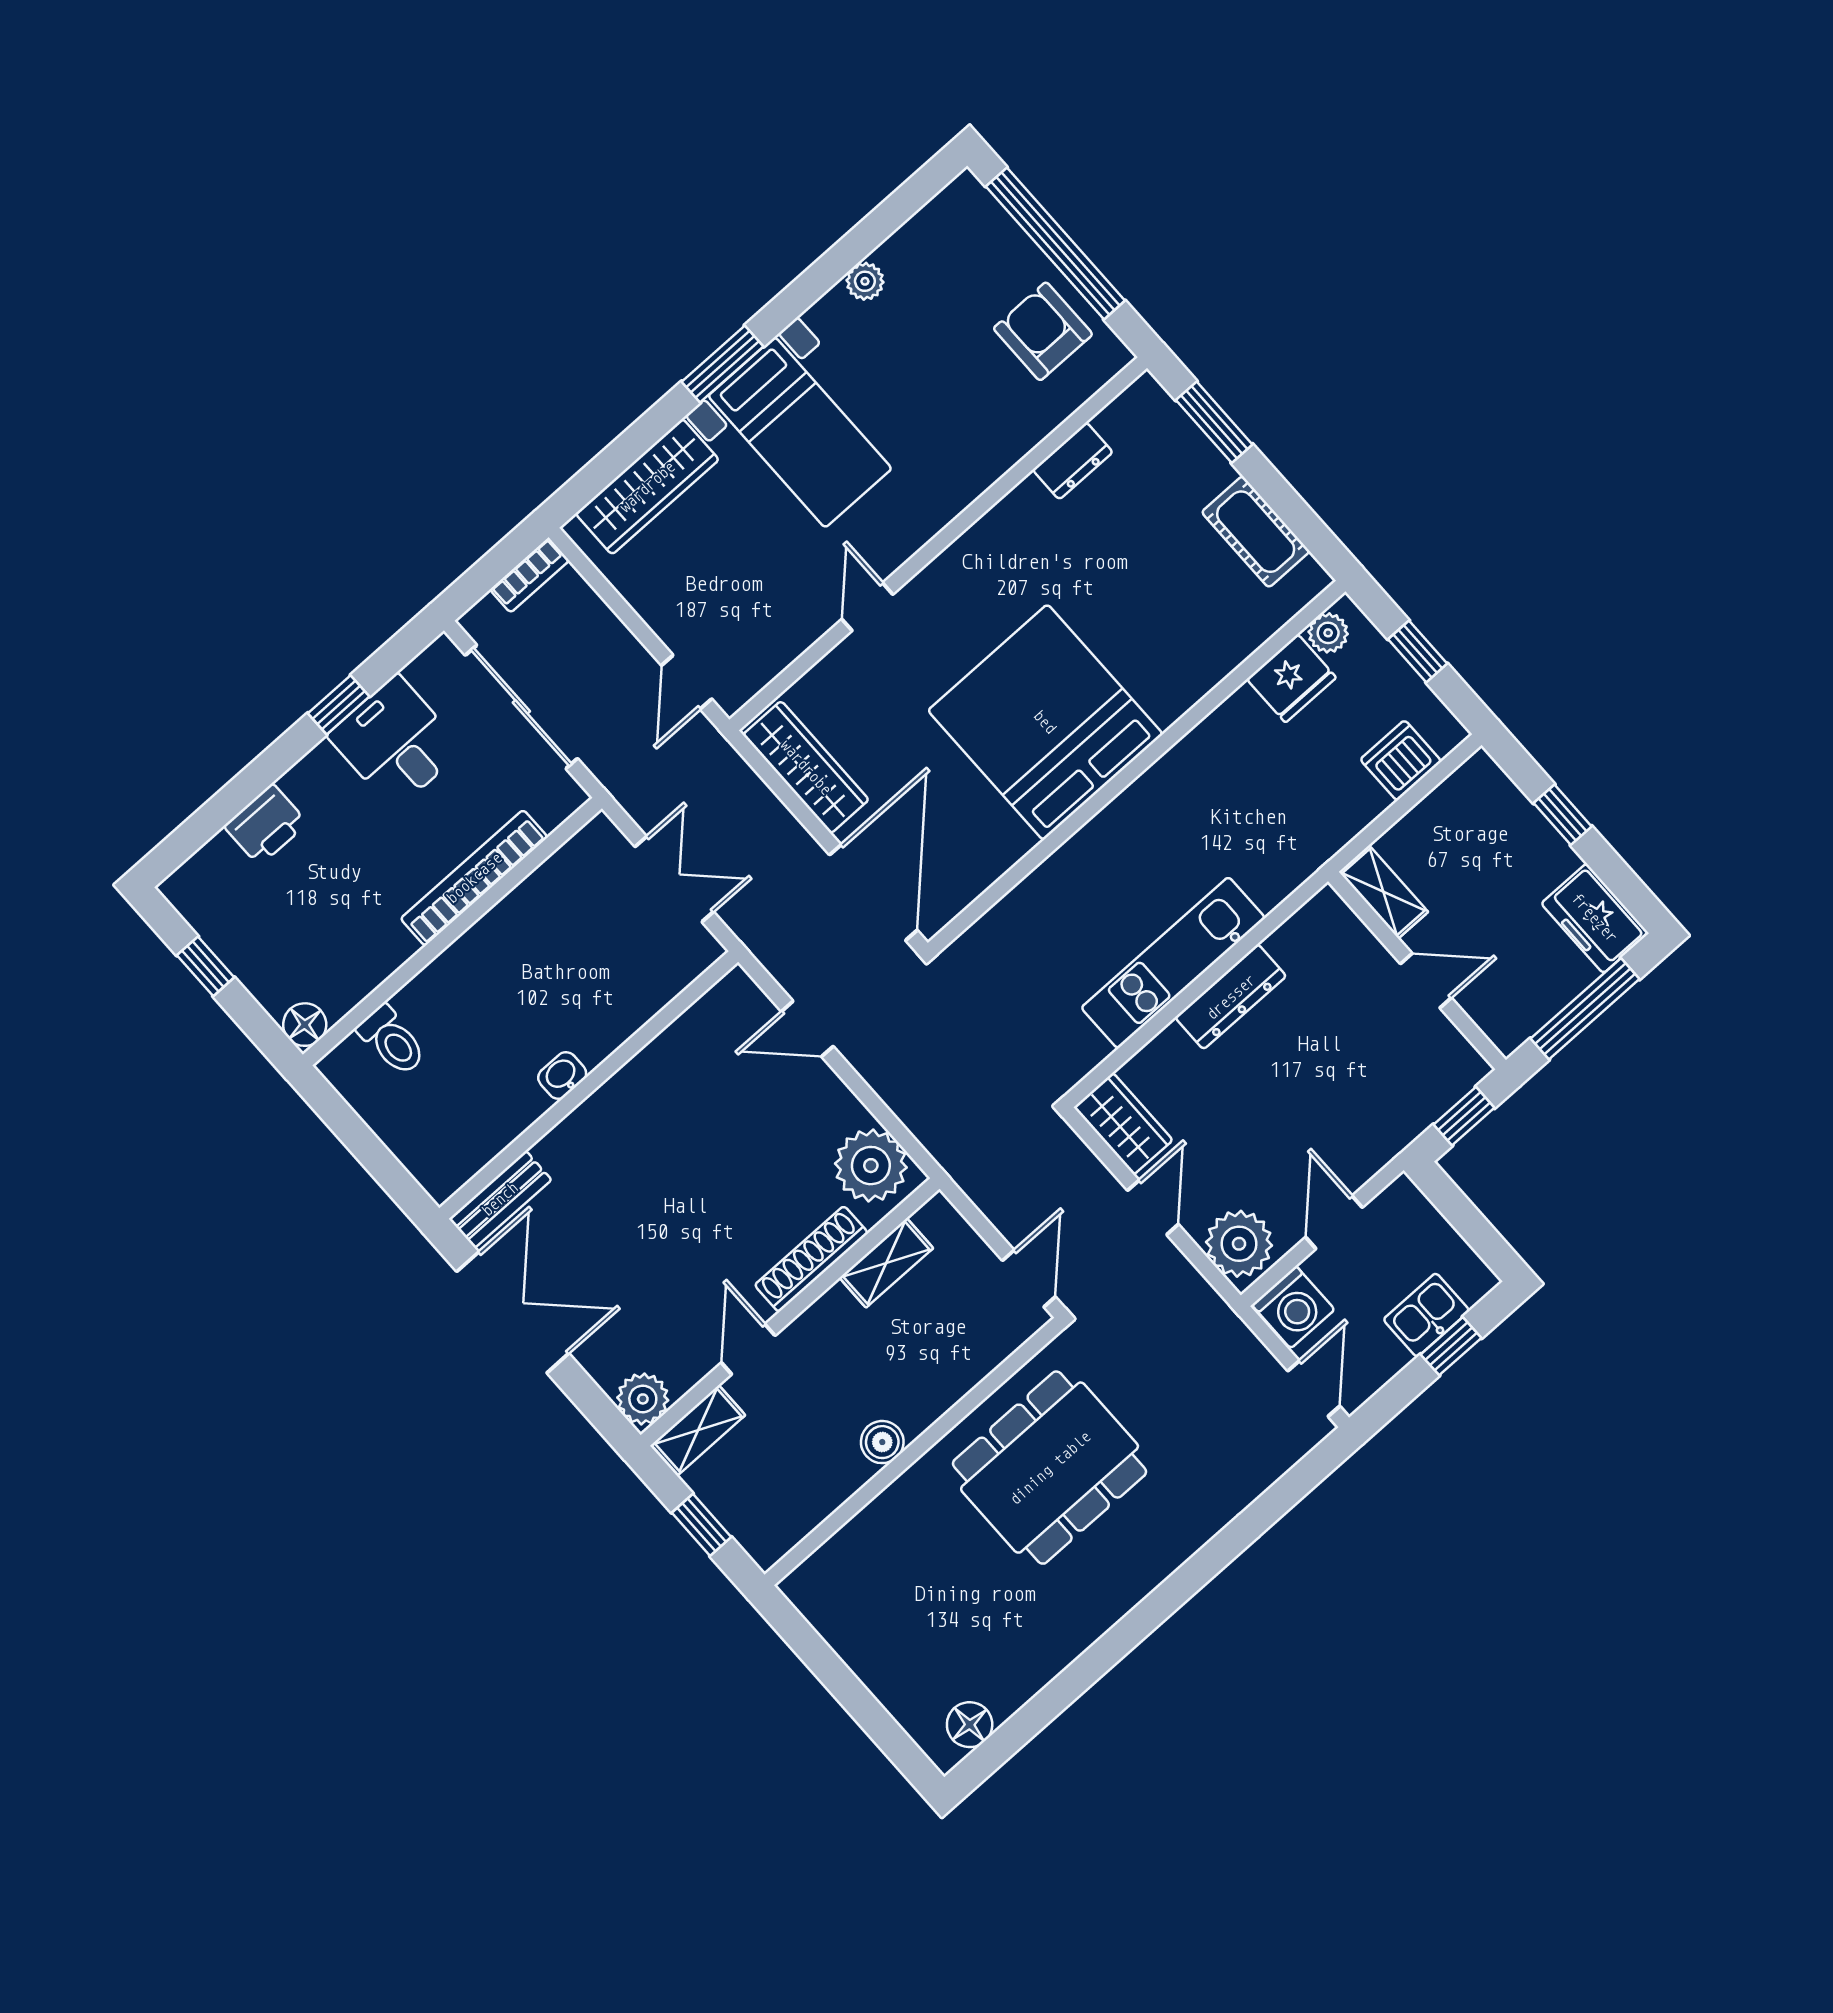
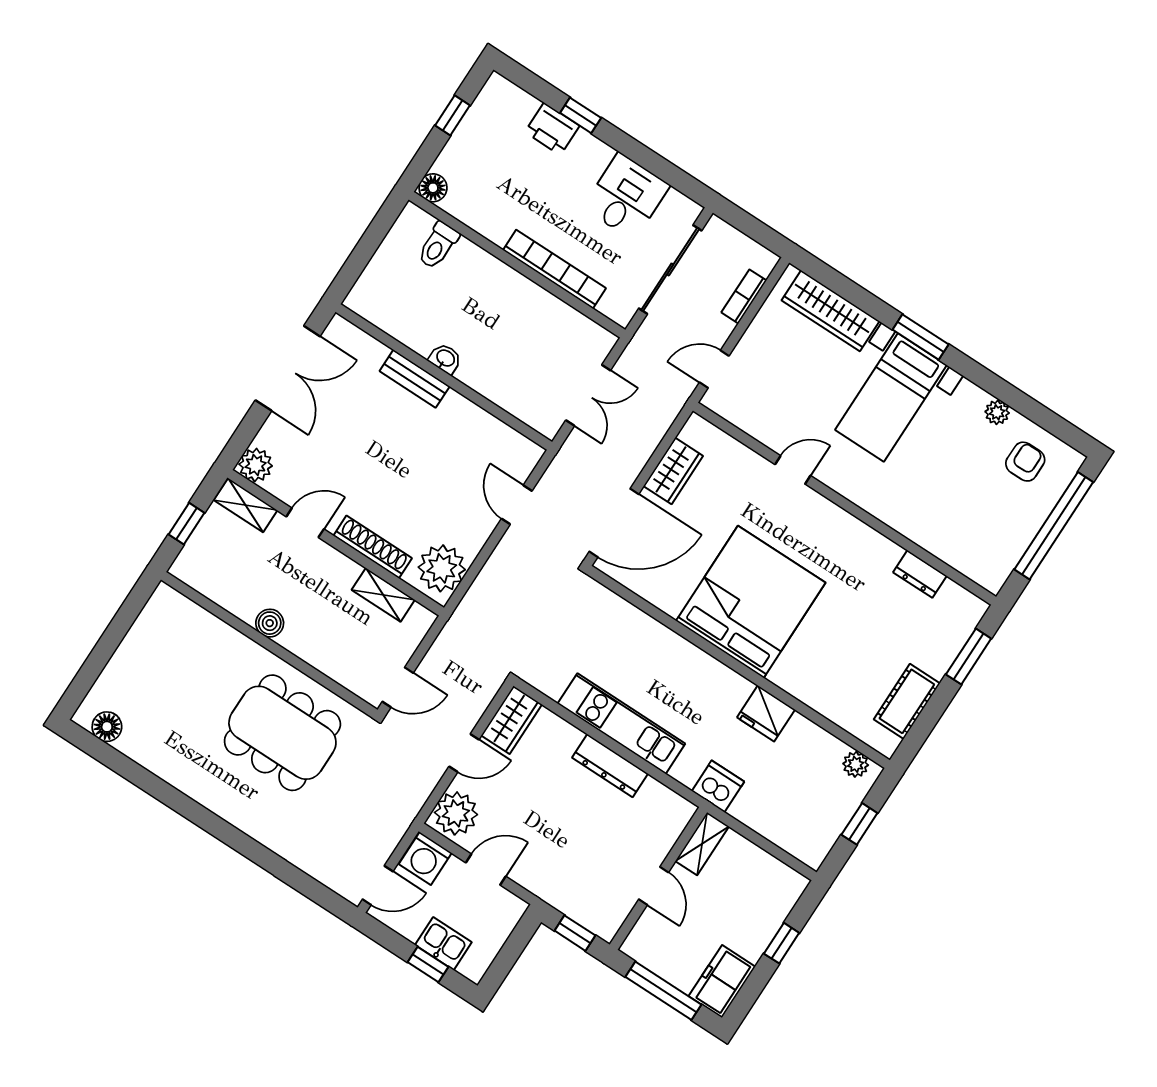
armchair: (1043, 331) -> (1025, 462), moved, width x0.72, depth x0.72
bookcase: (530, 575) -> (744, 296), moved, turned 90
fridge: (1291, 678) -> (766, 713), moved
window: (339, 705) -> (581, 115), moved
dishwasher: (1401, 760) -> (718, 786), moved
wardrobe: (806, 767) -> (673, 471), width x0.67
bench: (500, 1199) -> (415, 379), moved

